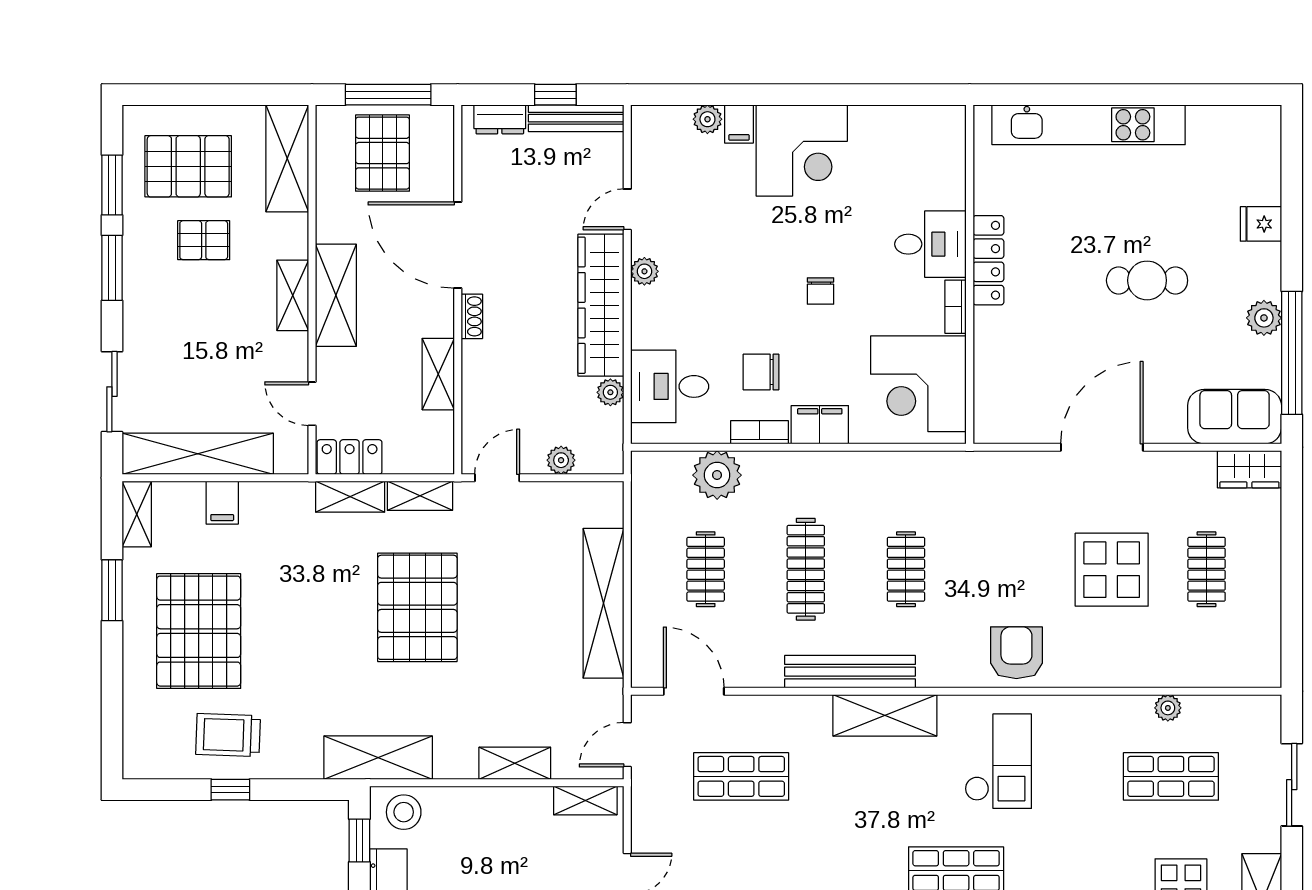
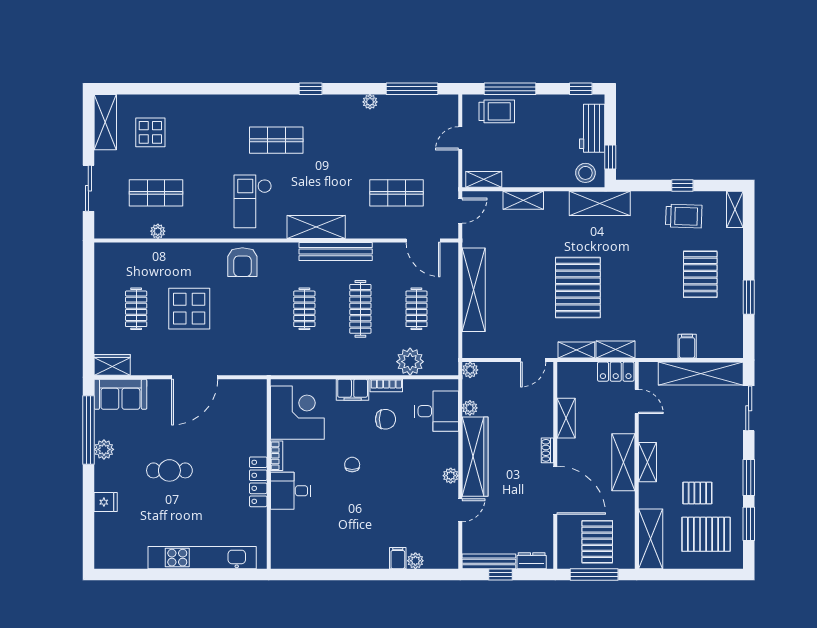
corner desk: (802, 150) -> (363, 543), removed
plant: (561, 460) -> (470, 370), moved
shelving: (137, 514) -> (735, 209), moved
pallet: (199, 631) -> (700, 274), width x0.73, depth x0.71

